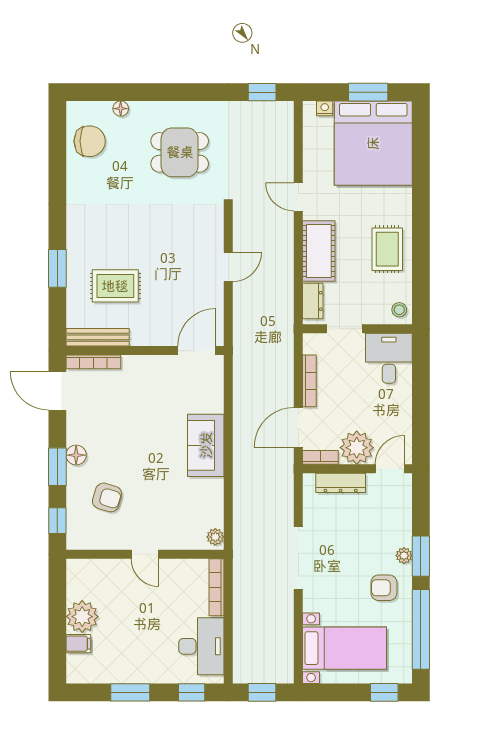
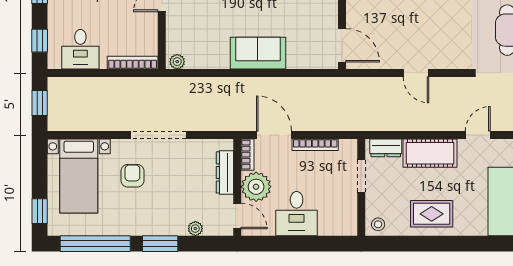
desk: (389, 358) -> (297, 214), moved, turned 90
plant: (404, 556) -> (195, 229), moved
armchair: (384, 588) -> (132, 176), moved
desk: (201, 646) -> (80, 49), width x0.73

